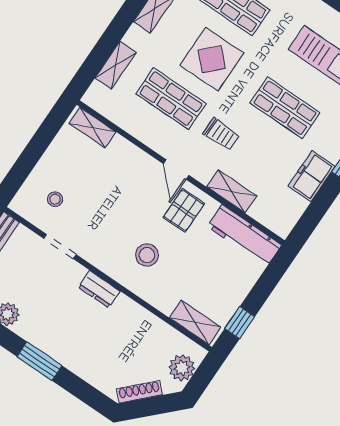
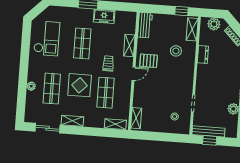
shelving: (116, 65) -> (115, 124), moved
workbench: (244, 236) -> (145, 25), width x0.73
stool: (147, 255) -> (176, 51), moved
dresser: (99, 289) -> (203, 55), moved

